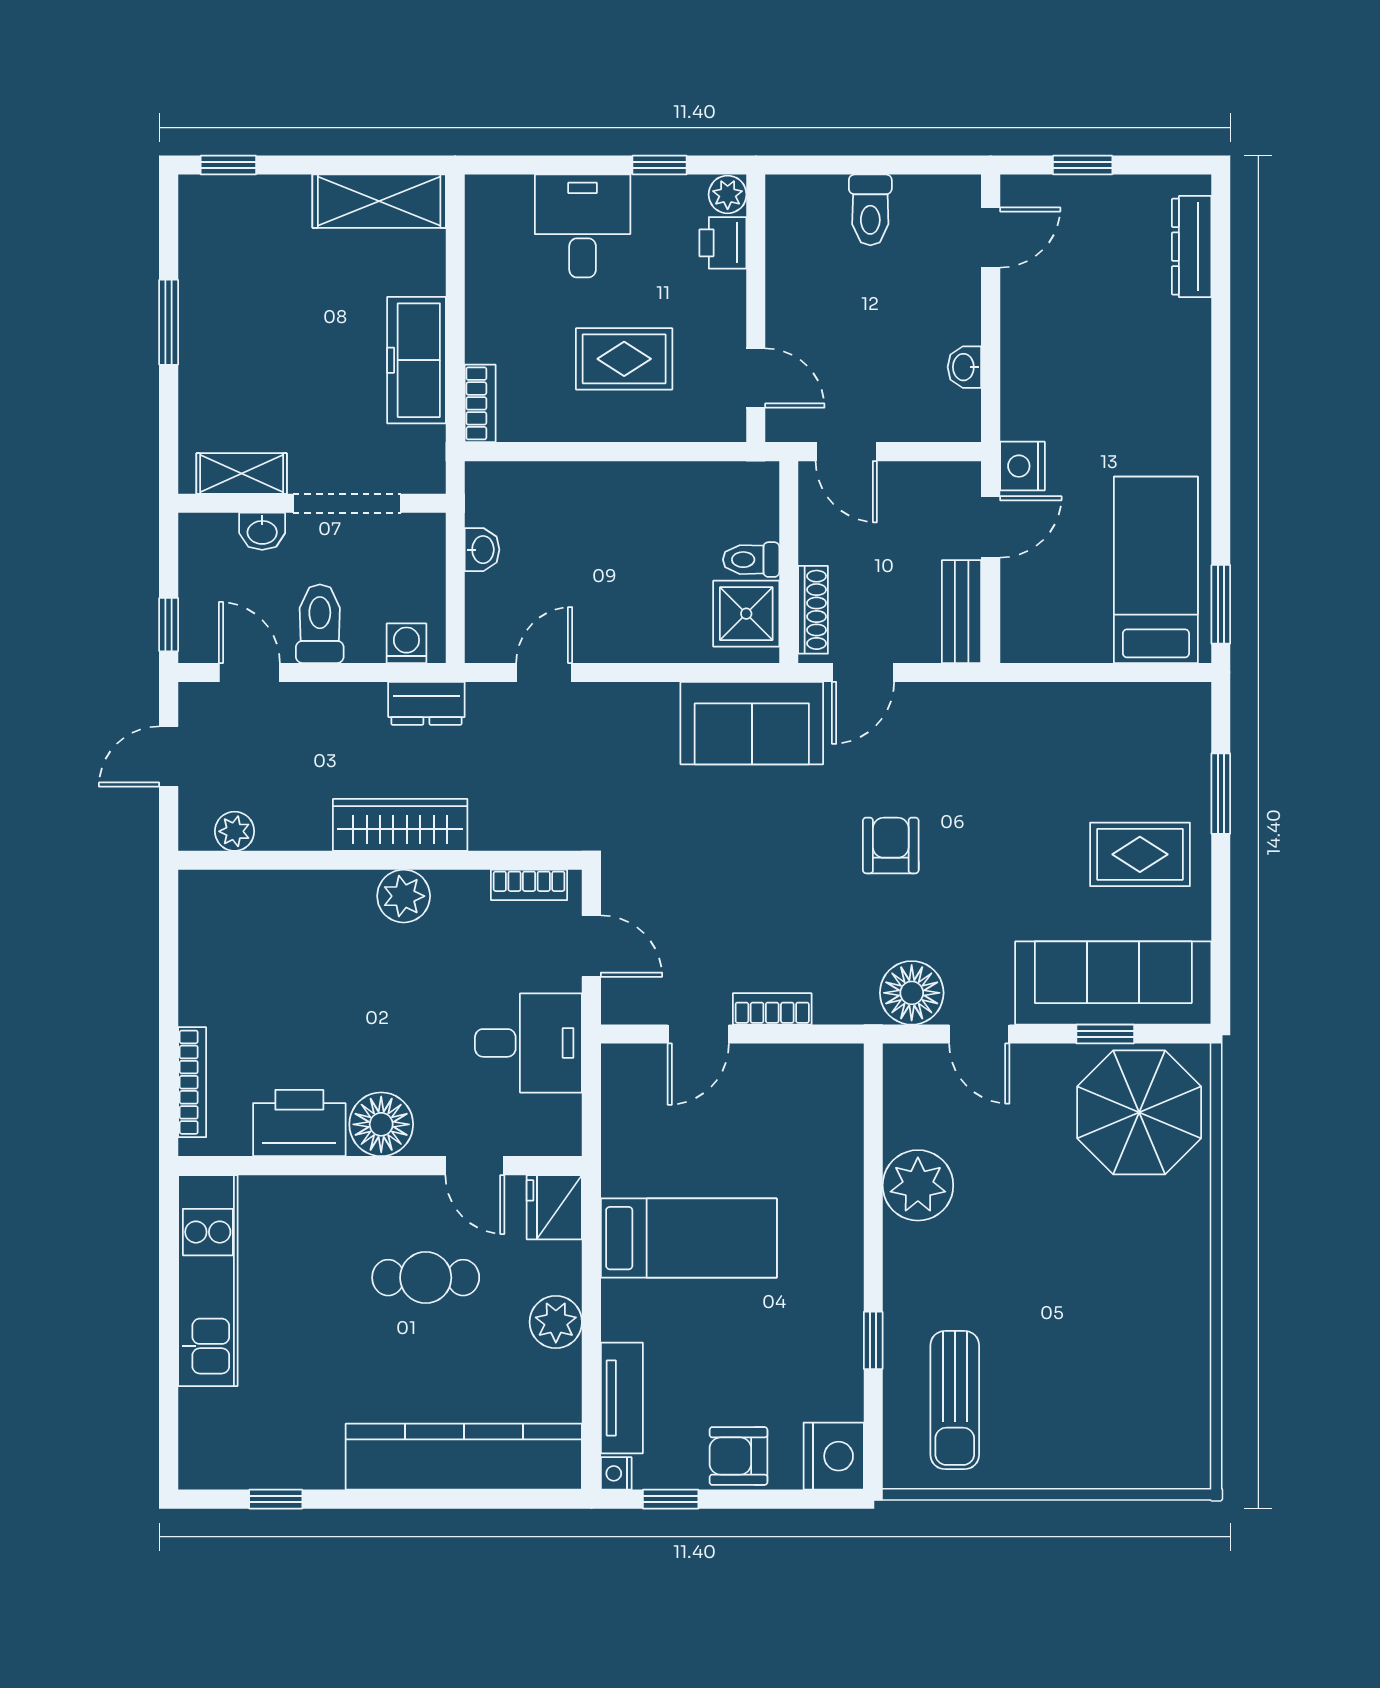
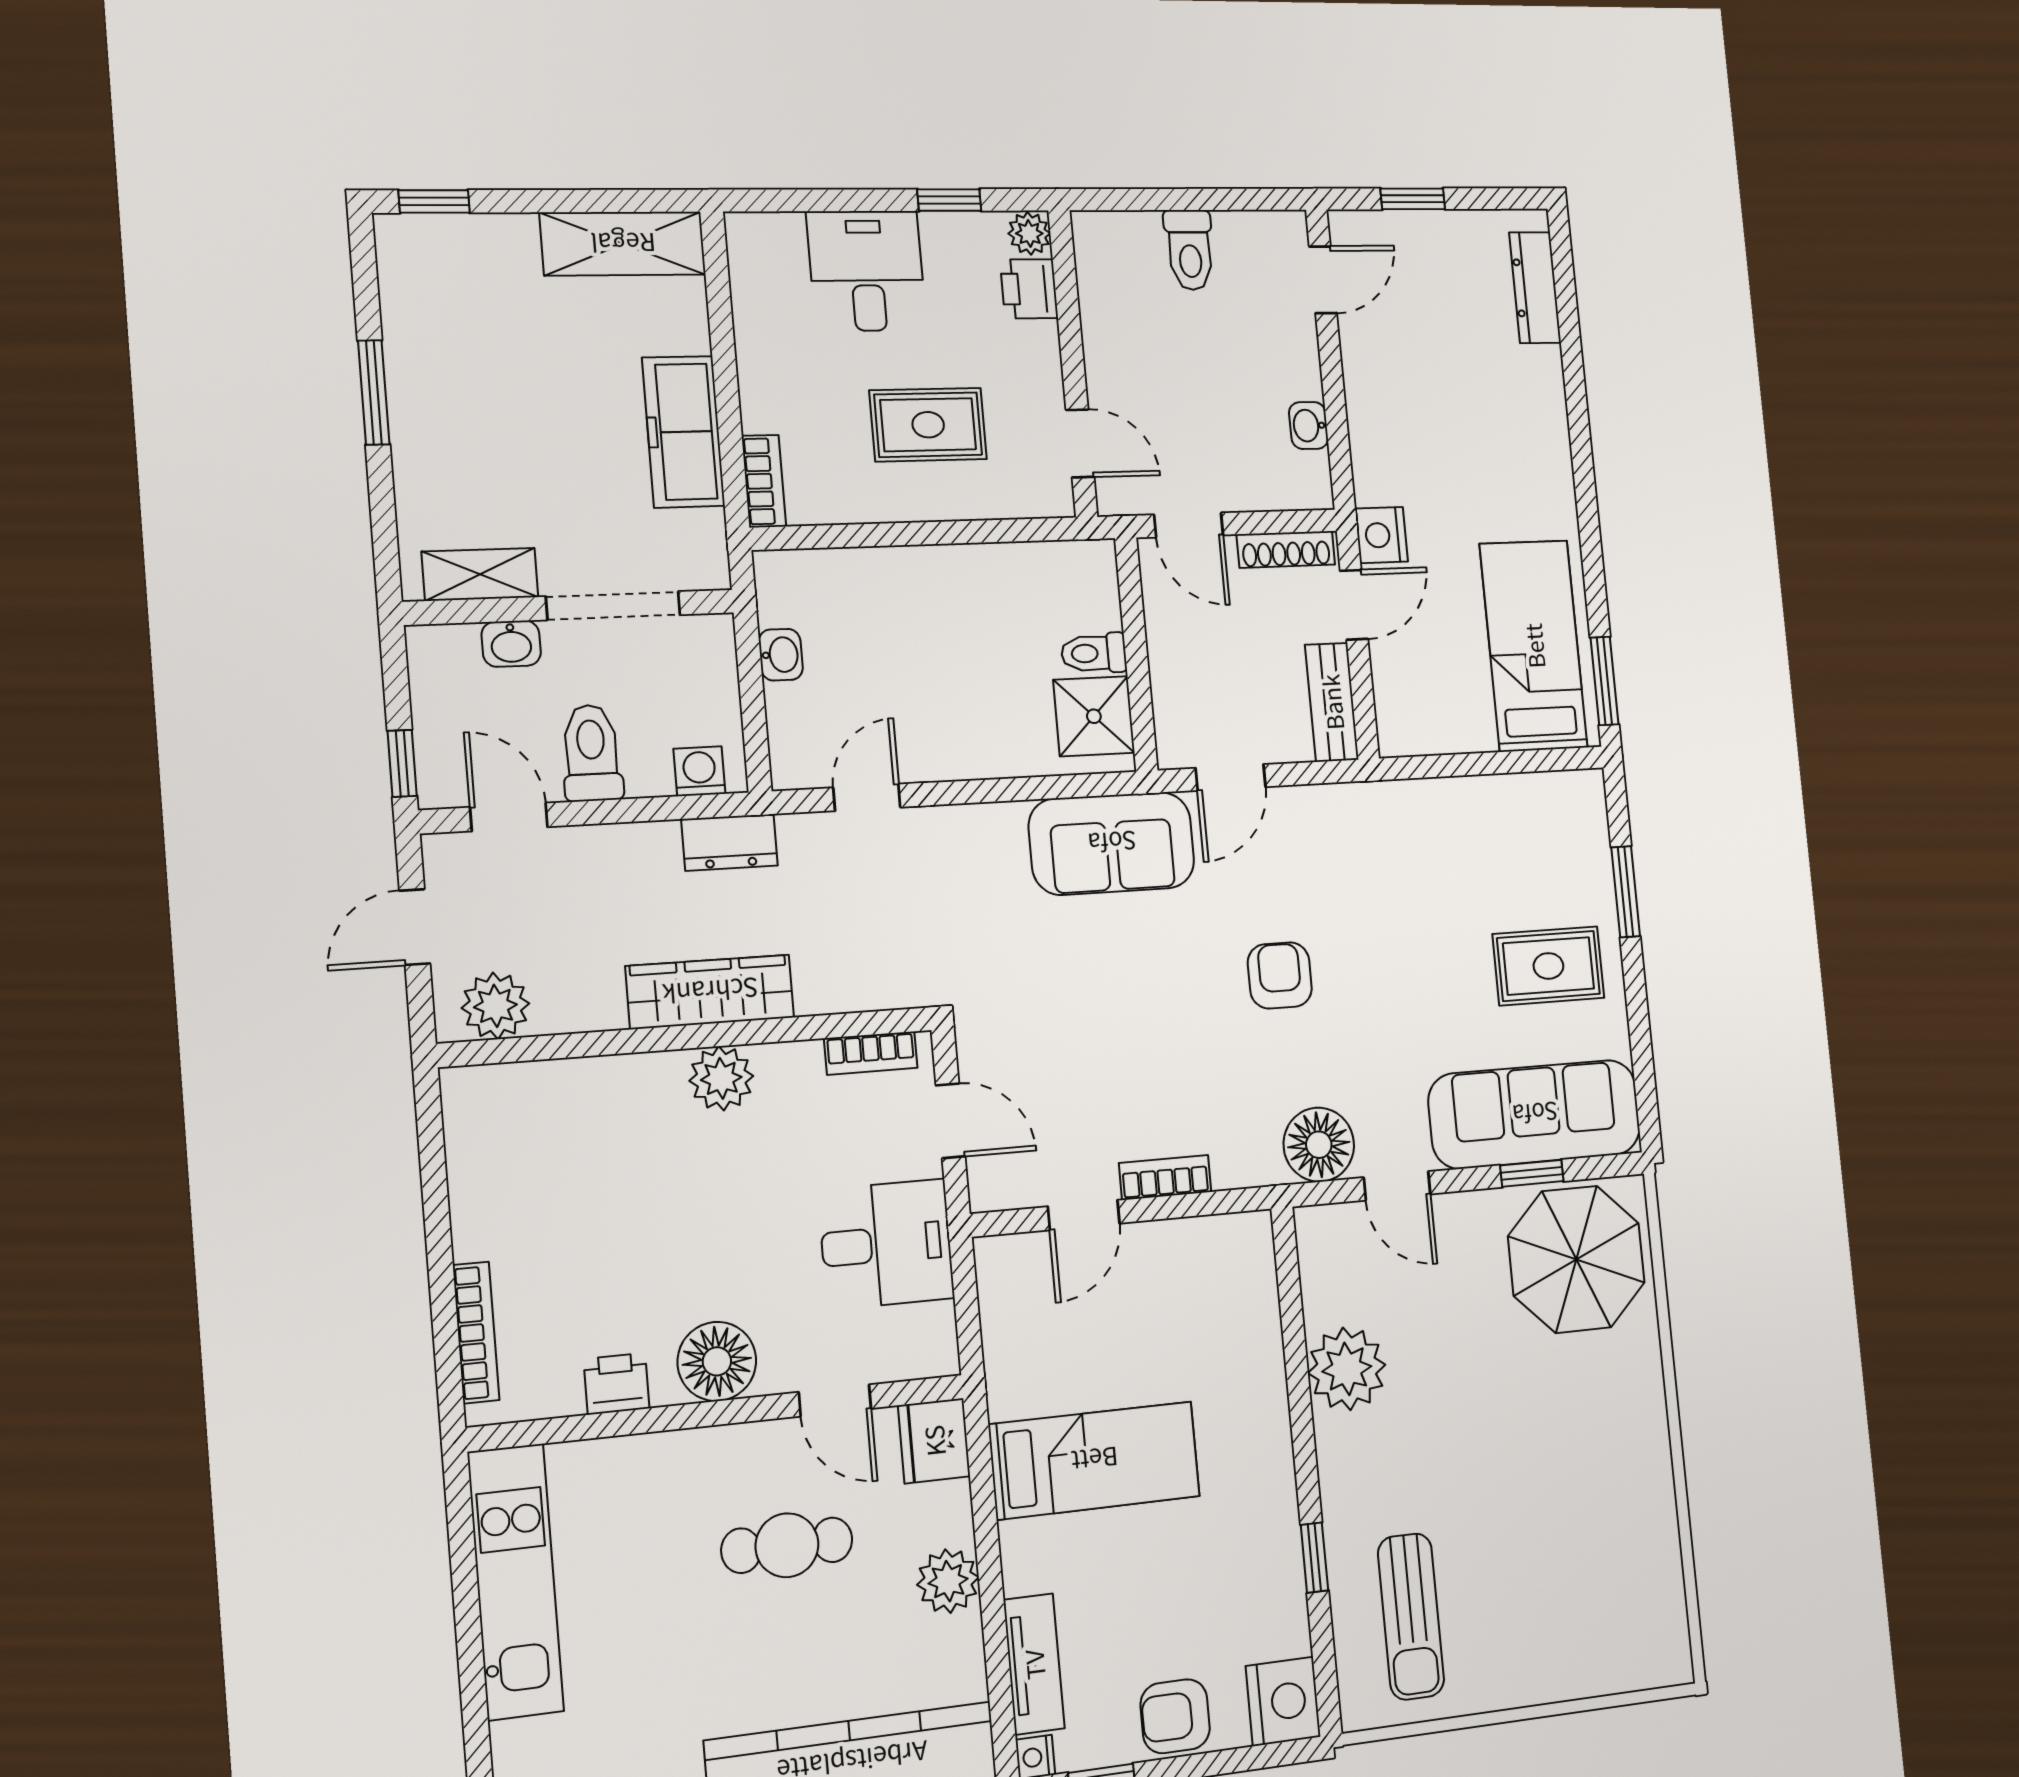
shoe rack: (813, 610) -> (1286, 549), moved, turned 90
plant: (235, 831) -> (495, 1006), width x1.38, depth x1.38
printer: (299, 1123) -> (617, 1384), width x0.53, depth x0.68

